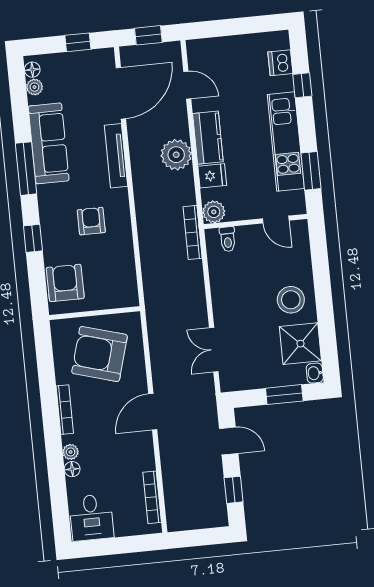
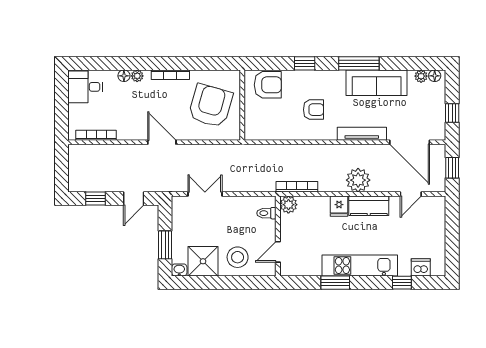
plant: (214, 212) -> (288, 205), moved
door: (276, 219) -> (278, 252), moved
wall: (256, 222) -> (278, 236), moved
toilet: (228, 239) -> (266, 213), moved

